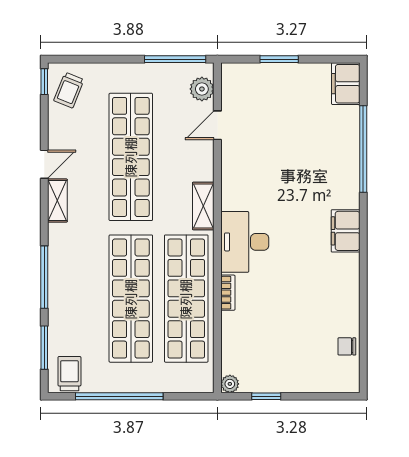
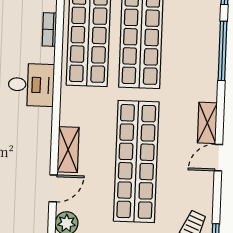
shelving: (203, 206) -> (68, 150), moved
desk: (245, 242) -> (31, 85), width x0.73

